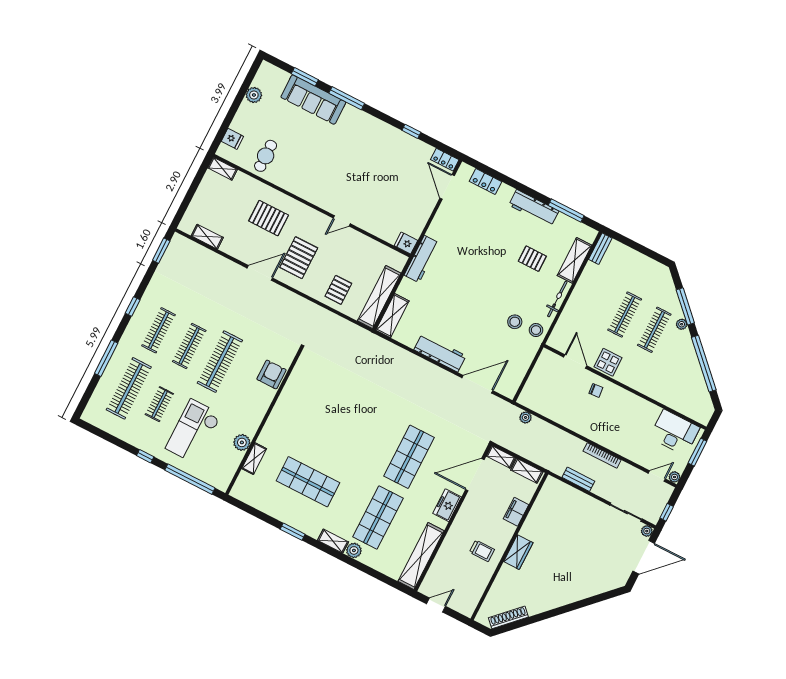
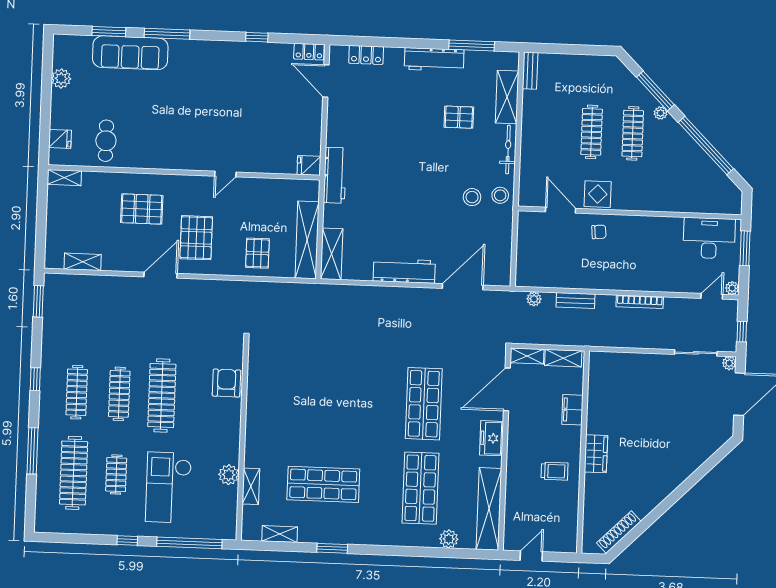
bench: (578, 479) -> (575, 301), moved
shelving: (333, 541) -> (280, 534), moved
plant: (354, 550) -> (449, 539), moved

